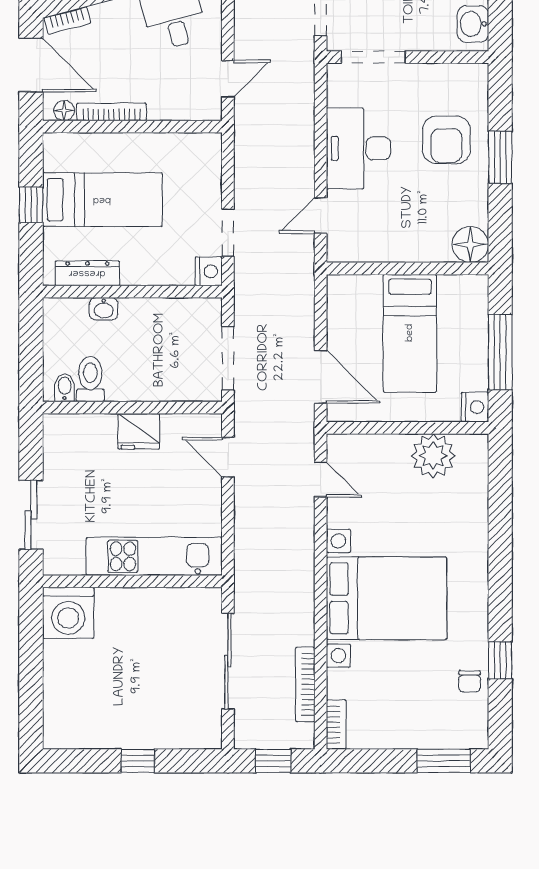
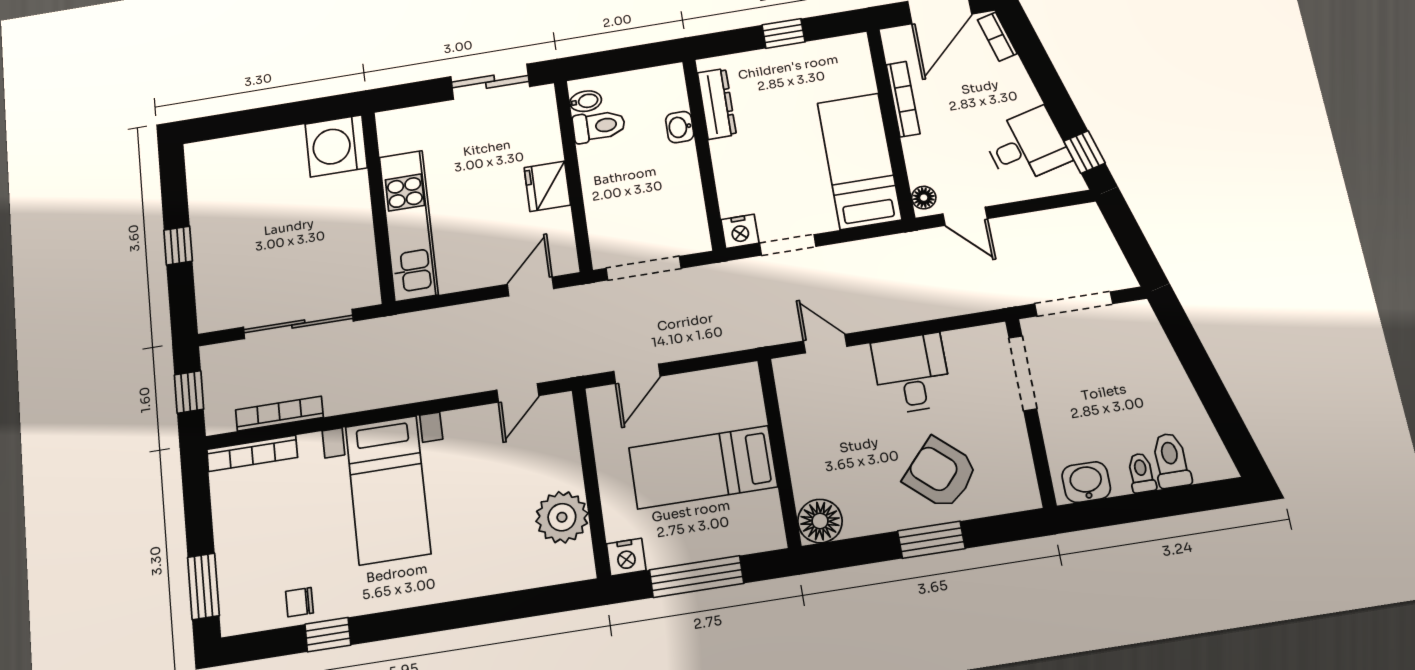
floor lamp: (64, 111) -> (924, 198), moved
armchair: (446, 140) -> (941, 473), turned 42
desk: (358, 148) -> (912, 374), width x0.73
bed: (102, 200) -> (859, 161), moved, turned 180
door: (321, 377) -> (637, 374), width x0.73
sliding door: (31, 515) -> (490, 82), moved
bed with nightstands: (386, 598) -> (388, 490), width x0.73
bookcase: (336, 725) -> (252, 453), width x1.56

